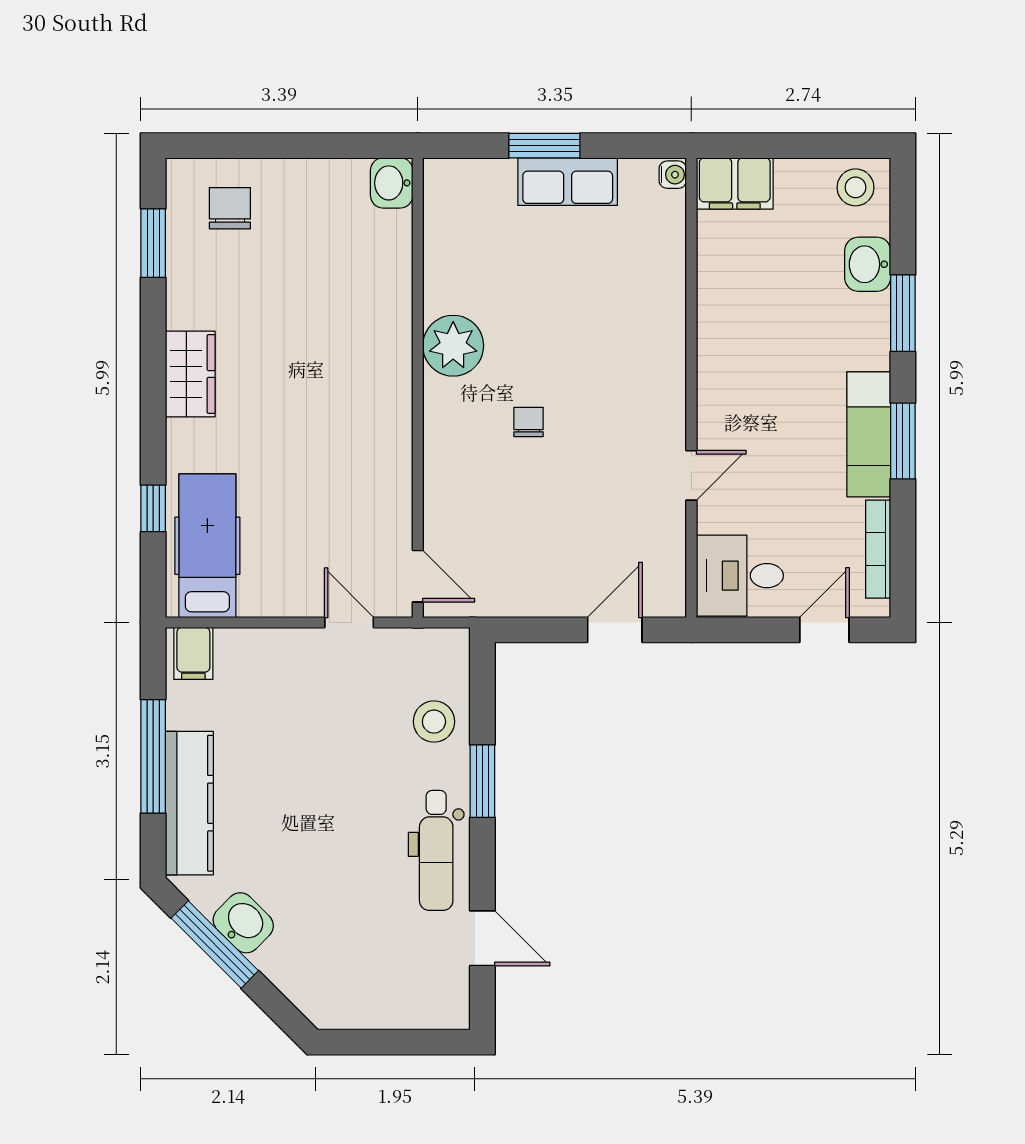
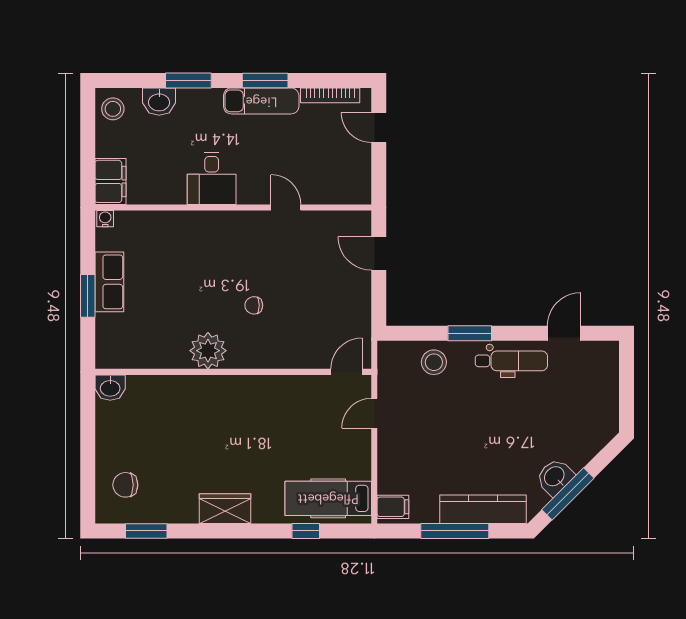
desk: (740, 576) -> (212, 178), moved

